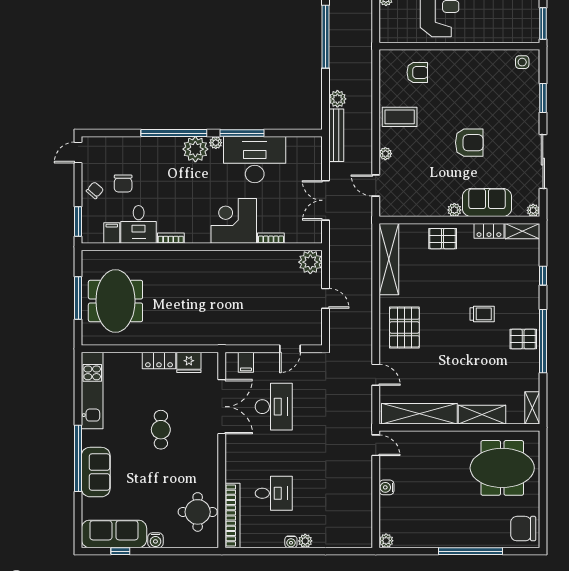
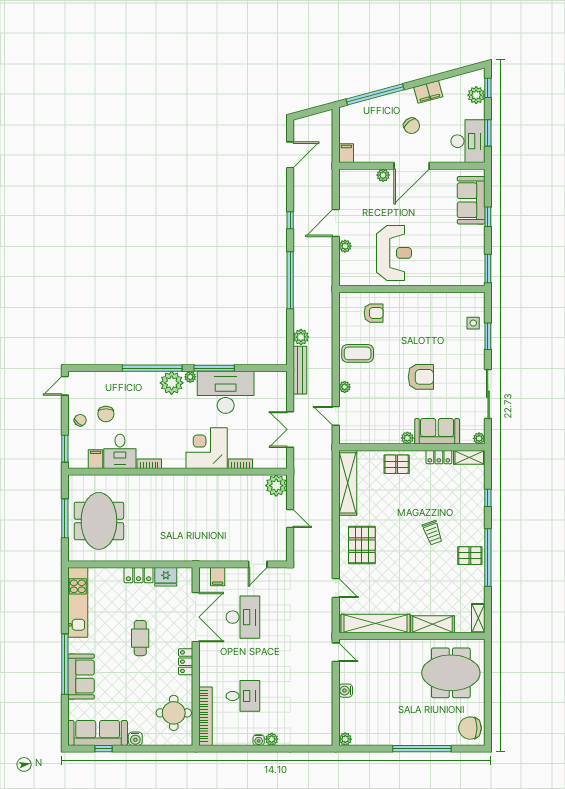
side table: (522, 62) -> (473, 323), moved
trolley: (482, 314) -> (433, 533), turned 70
locker: (211, 456) -> (186, 662), added

